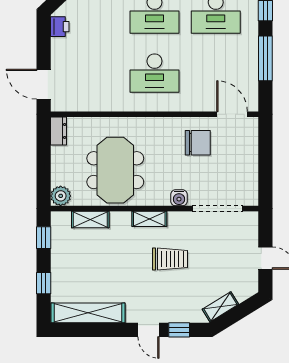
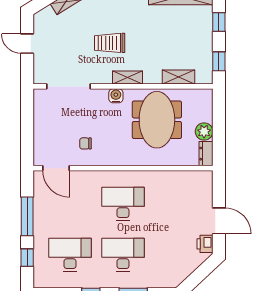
door: (44, 84) -> (219, 221), moved
chair: (198, 143) -> (85, 143), width x0.54, depth x0.54
plant: (61, 196) -> (204, 132), moved
water cooler: (179, 198) -> (116, 96), moved

